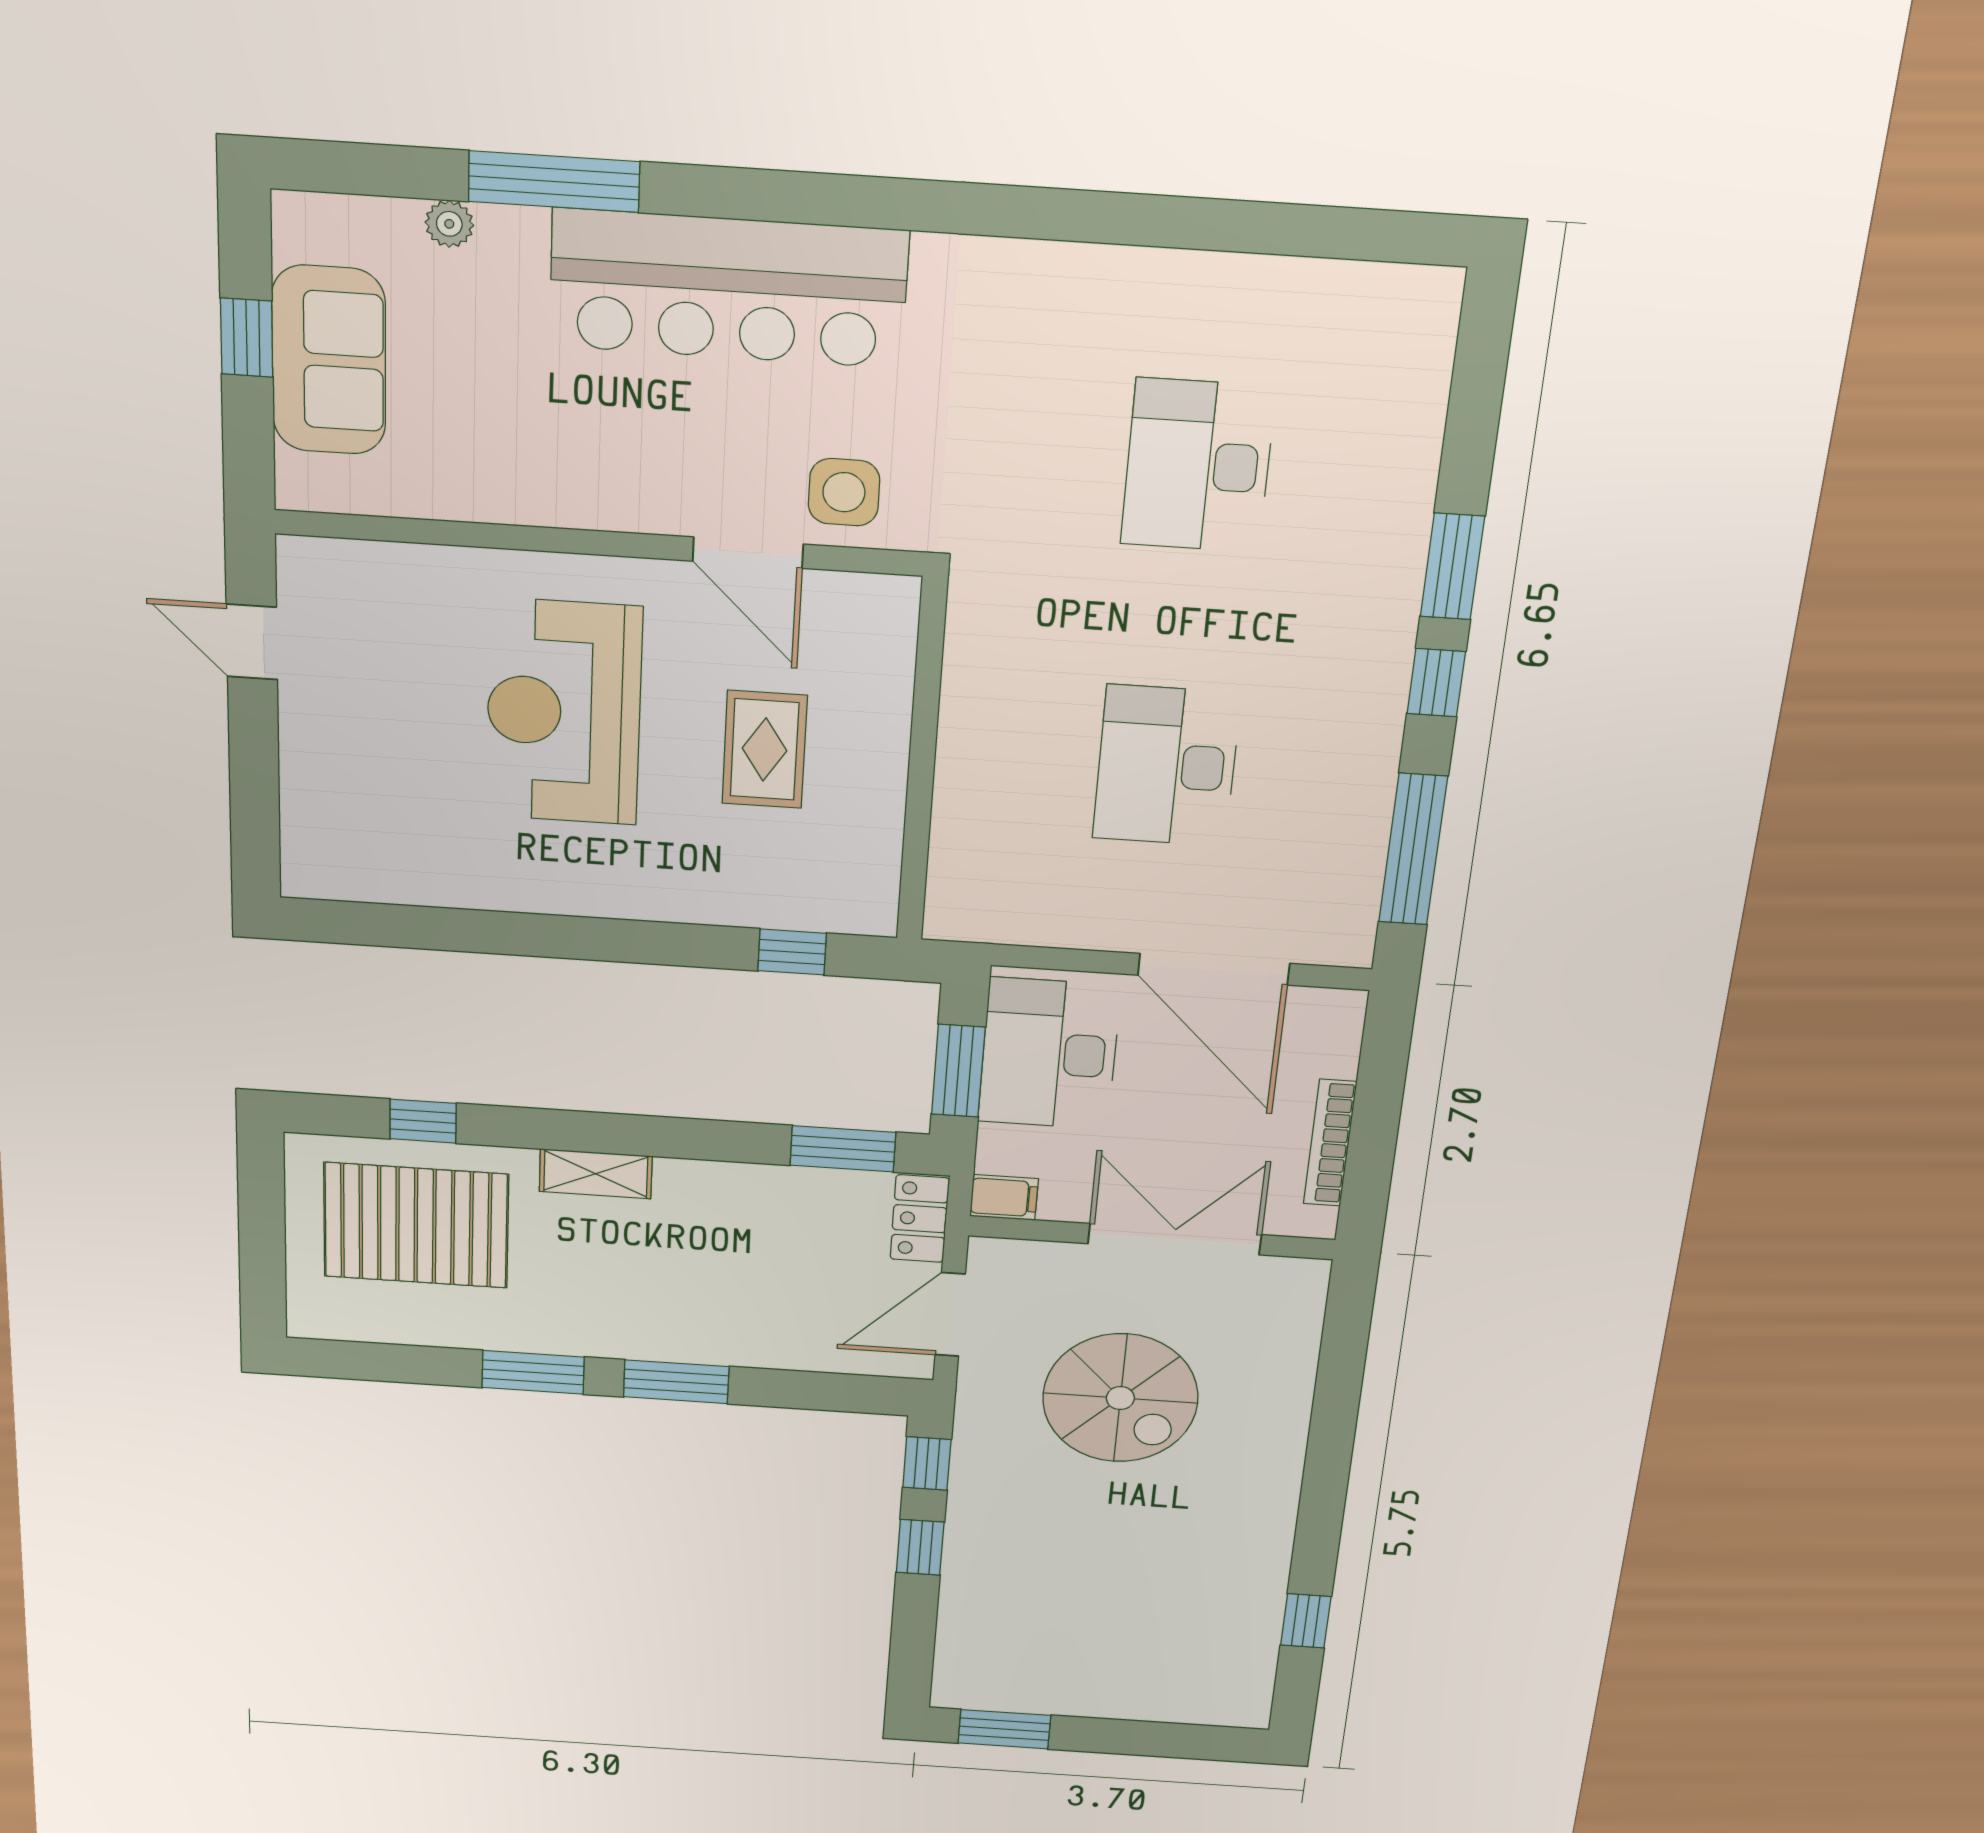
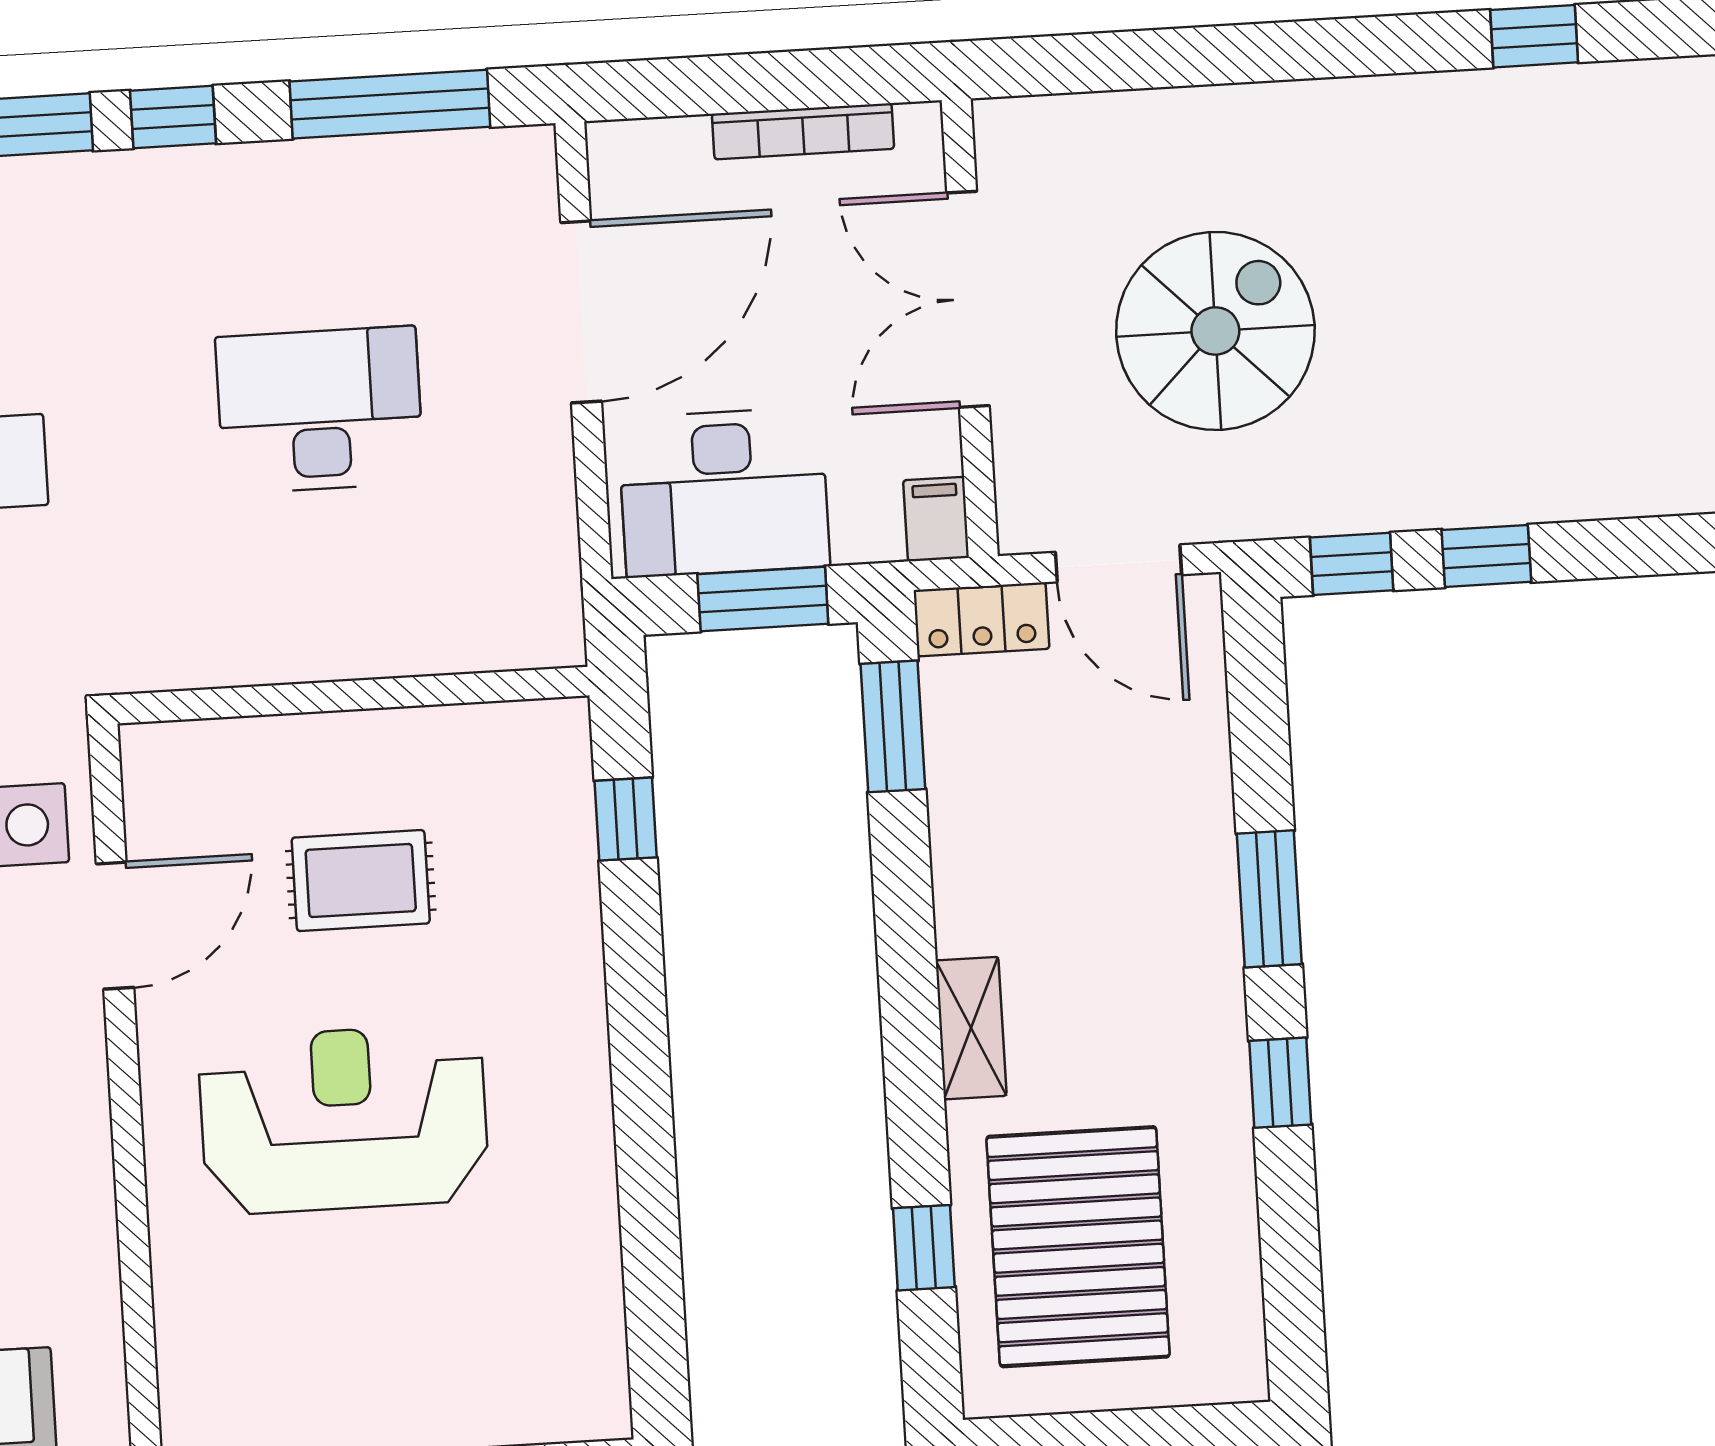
reception desk: (564, 712) -> (344, 1119), turned 180
desk: (1166, 766) -> (320, 410), turned 180
window: (533, 1372) -> (1280, 1083), width x0.67

